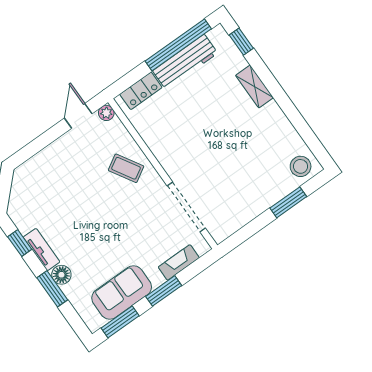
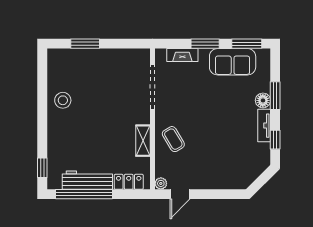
shelving: (255, 86) -> (143, 141), moved
stool: (301, 166) -> (63, 100), moved

